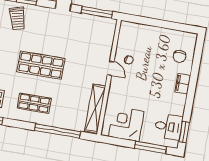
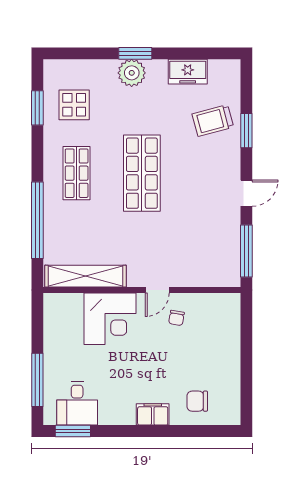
corner desk: (126, 124) -> (110, 319), moved, turned 90

